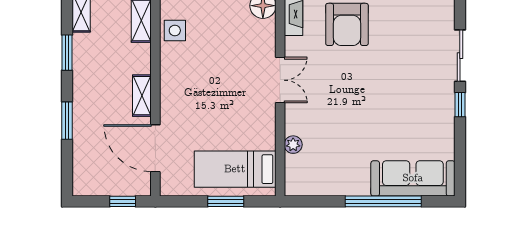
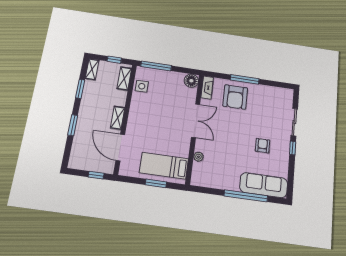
double door: (280, 80) -> (196, 121), width x1.37
armchair: (405, 108) -> (263, 146), added

